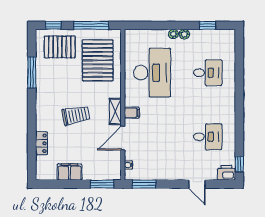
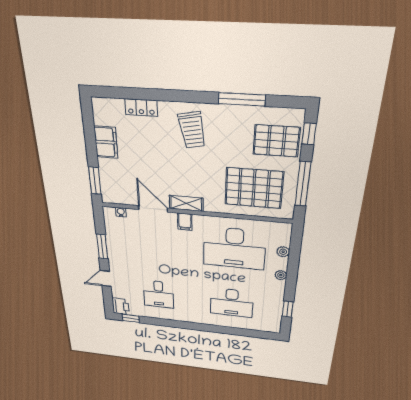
plant: (184, 34) -> (283, 252), moved
pallet: (60, 47) -> (276, 141), turned 90
desk: (208, 73) -> (232, 303), width x1.37
trolley: (76, 115) -> (192, 130), moved
window: (144, 184) -> (102, 247), moved

